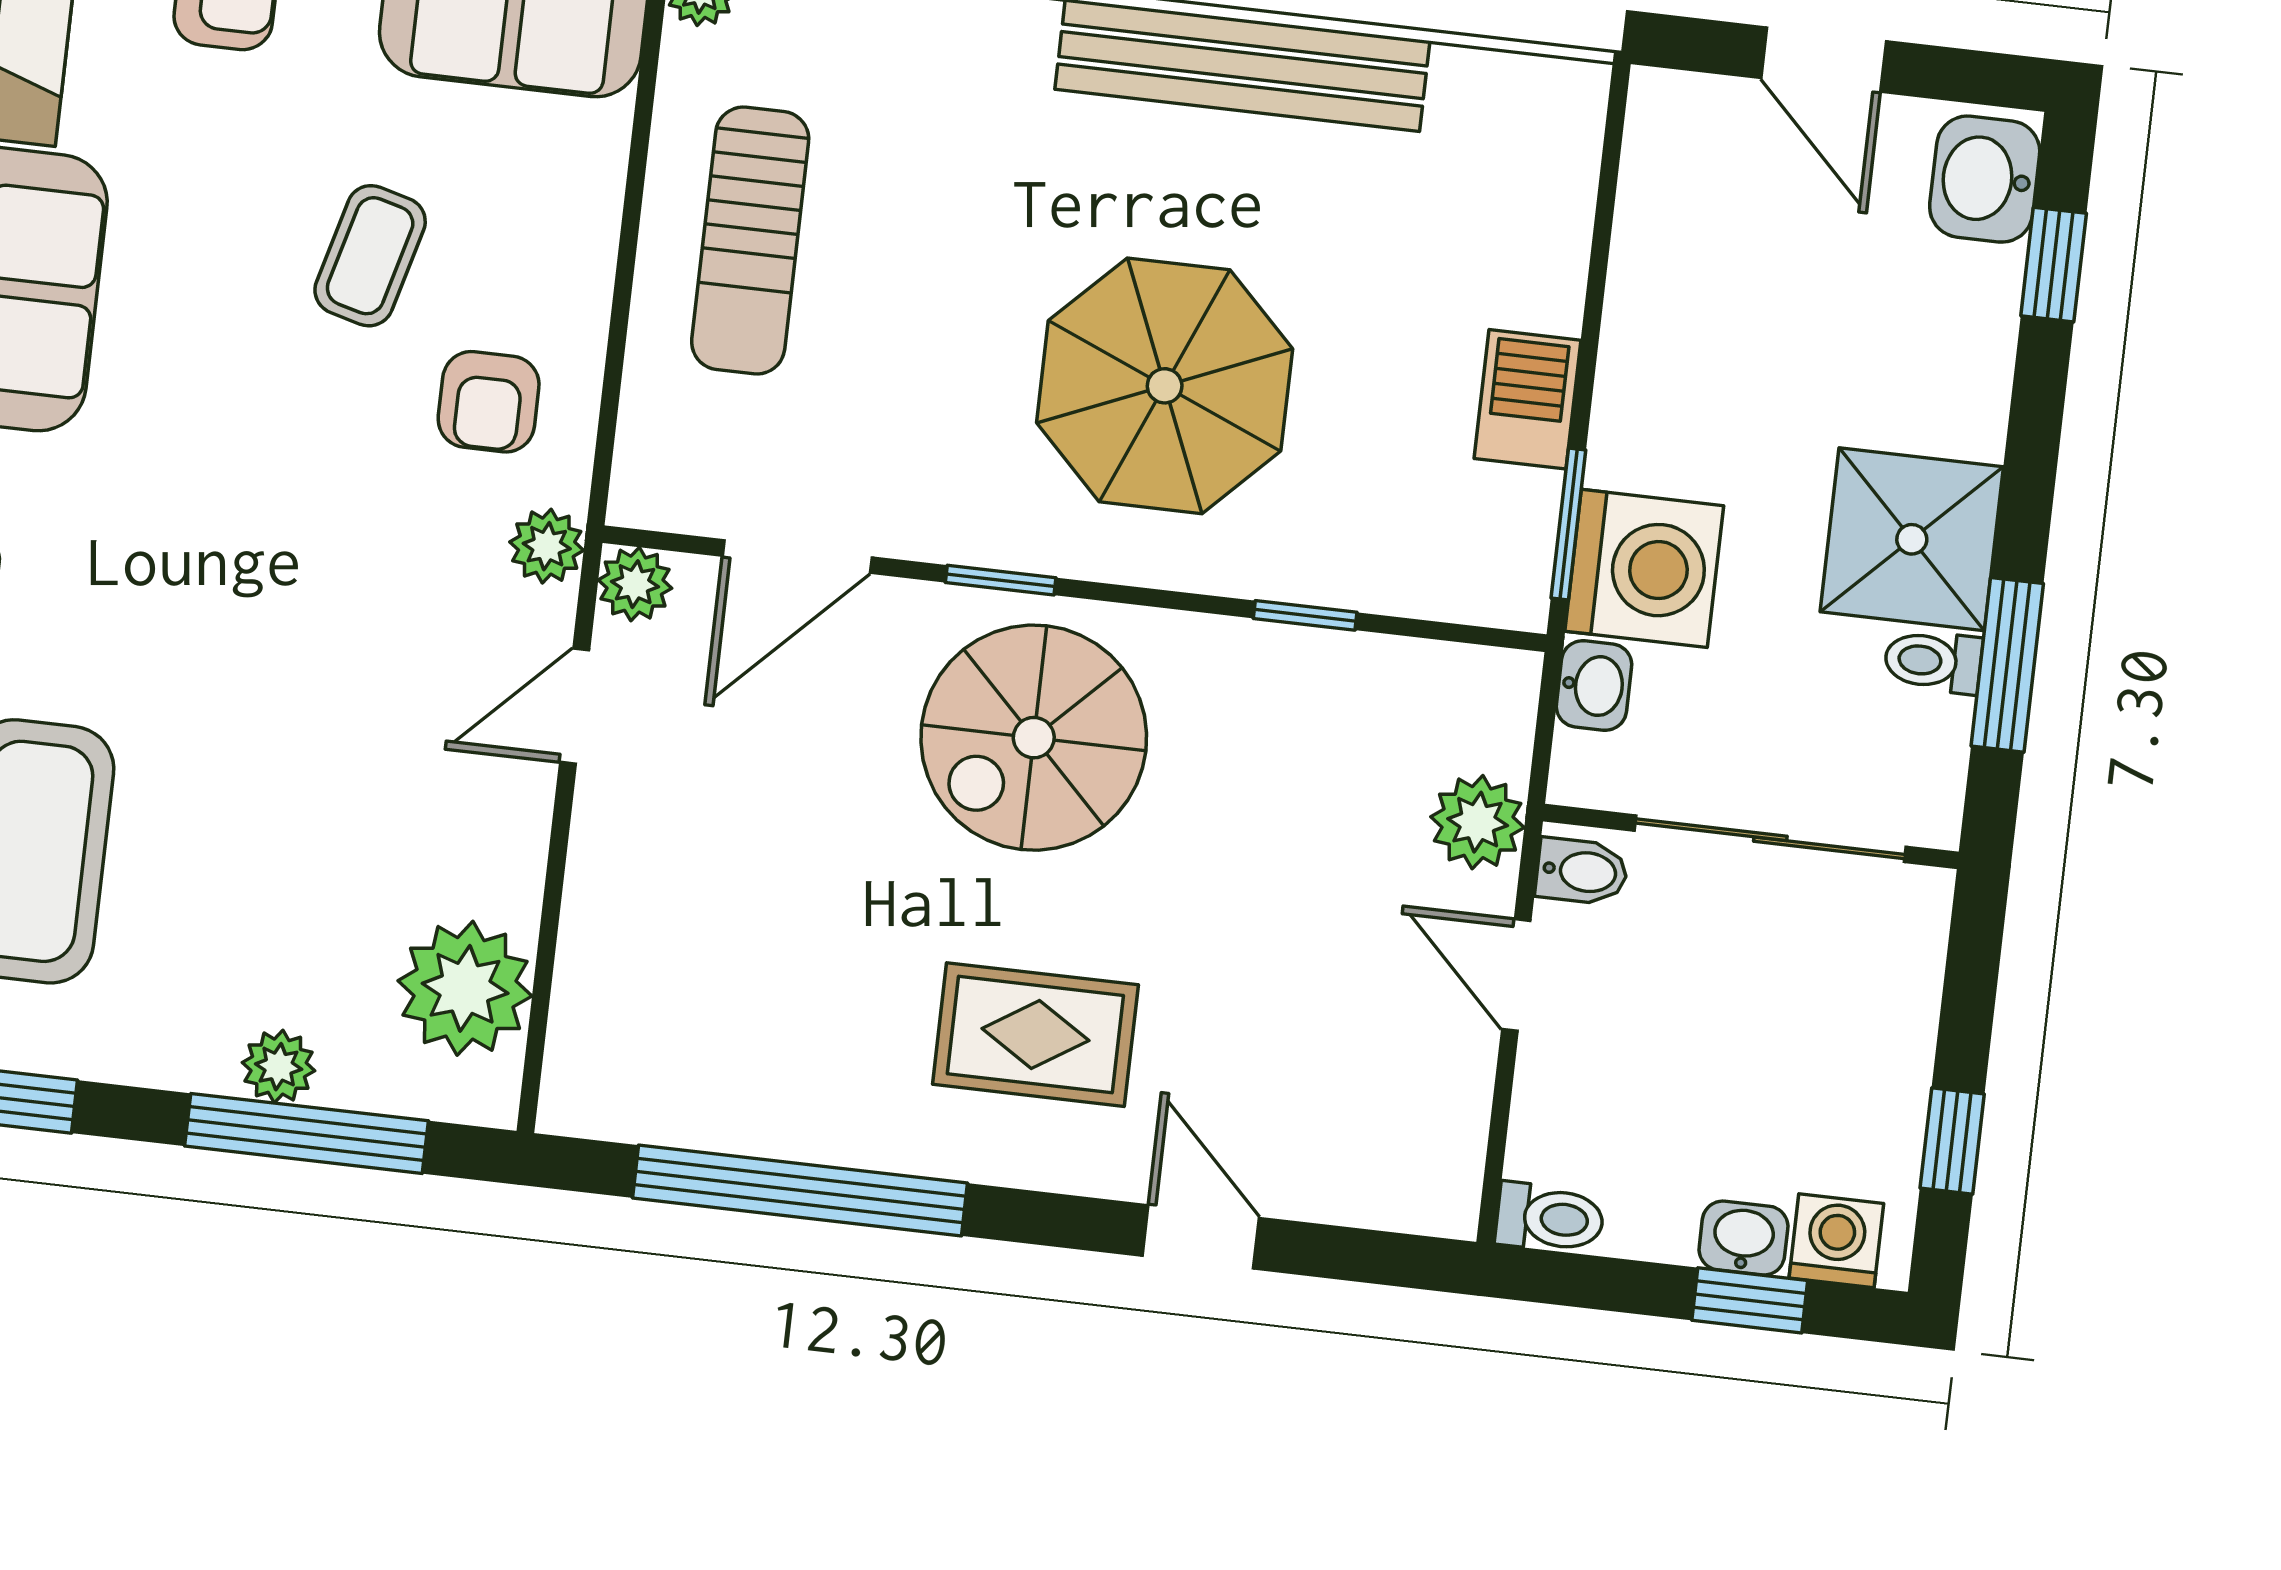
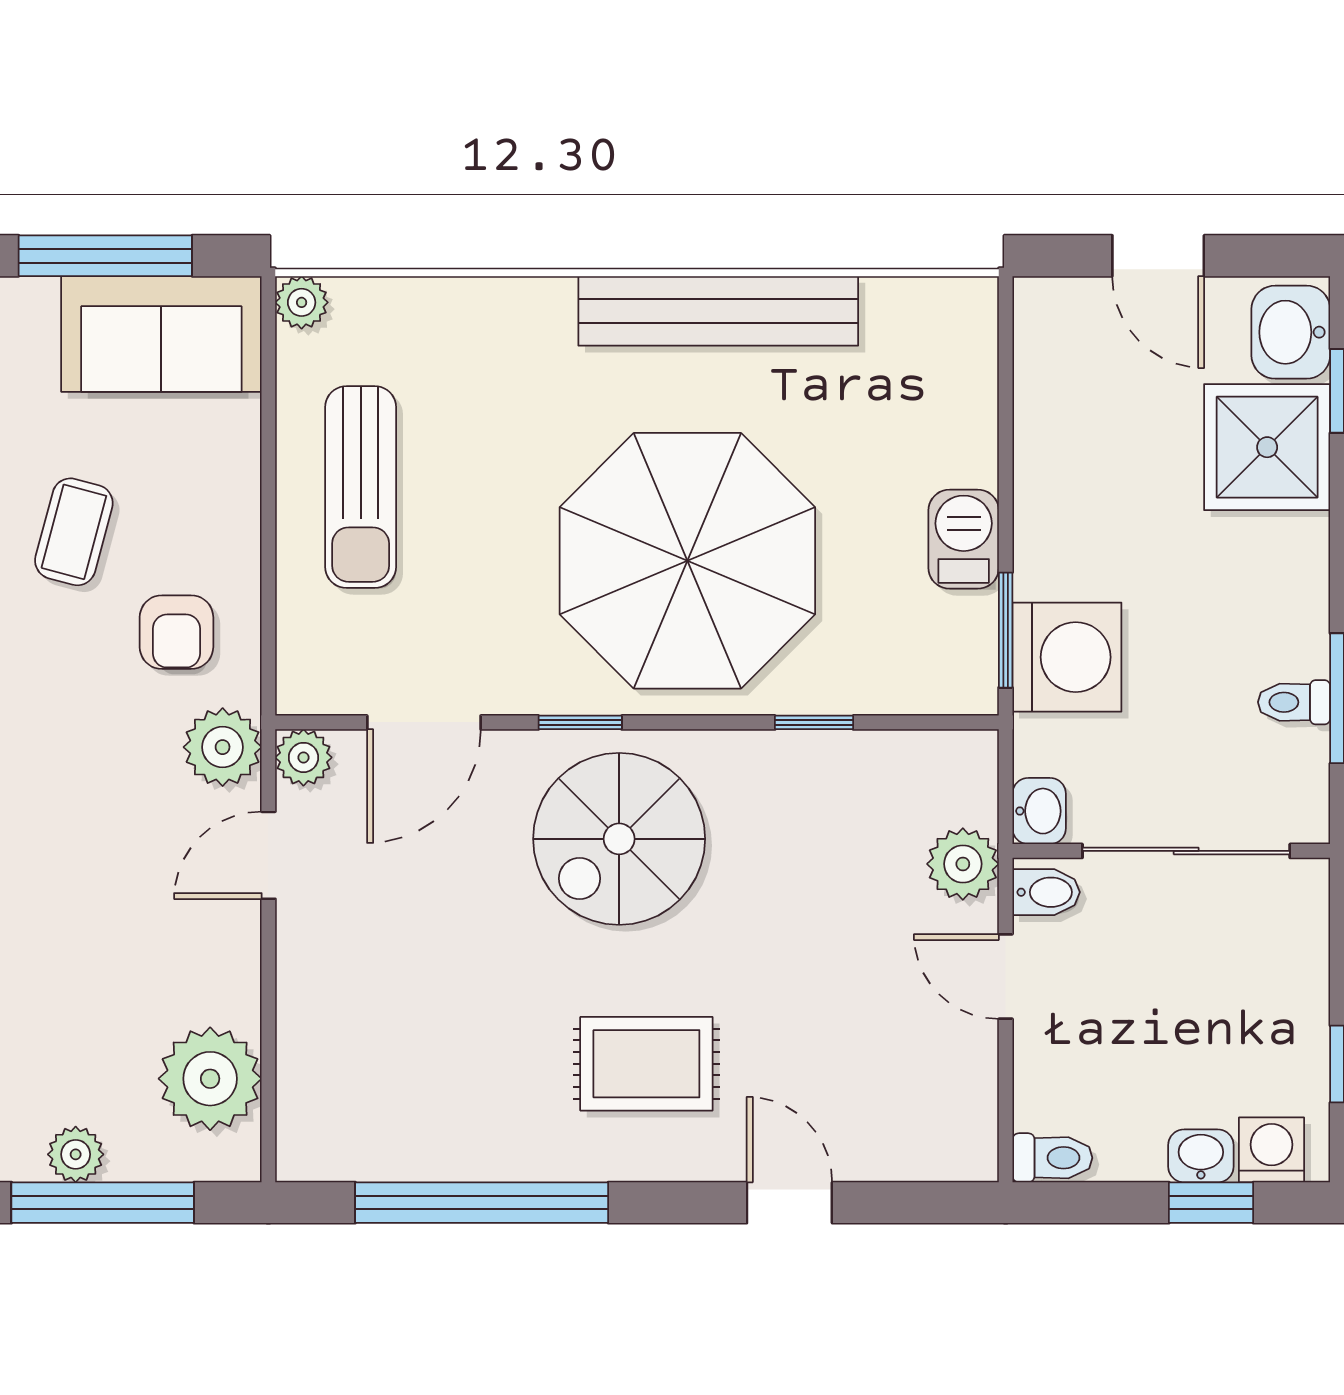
parasol: (1165, 386) -> (687, 561), width x1.36, depth x1.36
shower: (1912, 539) -> (1267, 447), moved
plant: (547, 546) -> (223, 747), width x1.38, depth x1.38
washbasin: (1594, 685) -> (1039, 811), moved

